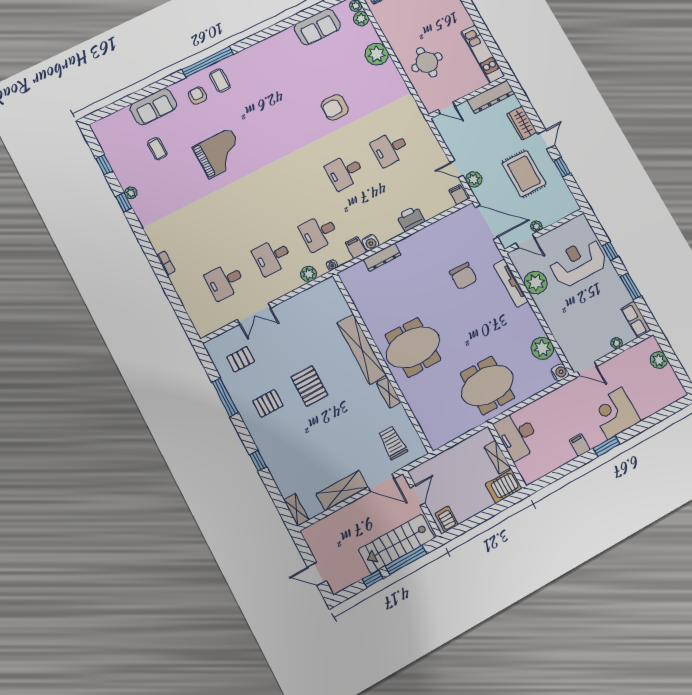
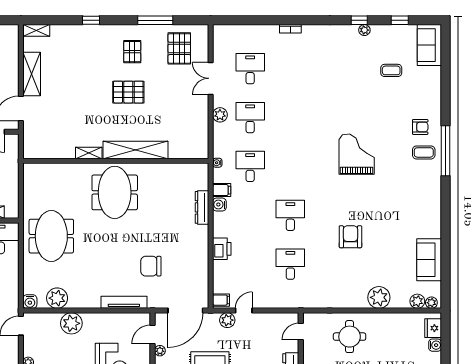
sofa: (153, 107) -> (429, 45), moved
grand piano: (220, 153) -> (357, 154), moved, turned 180
plant: (309, 274) -> (220, 115), moved
plant: (536, 283) -> (71, 323), moved
pallet: (241, 359) -> (179, 48), width x1.50, depth x1.42
trolley: (393, 443) -> (47, 134), removed

